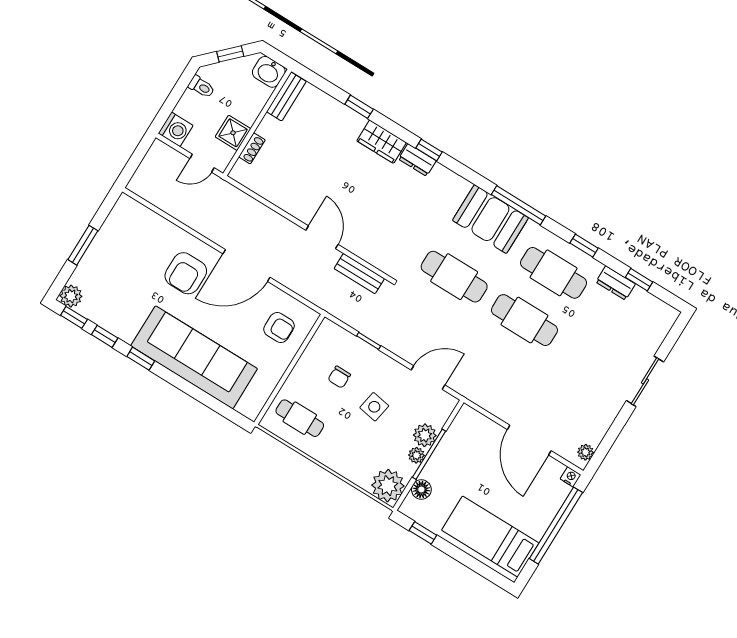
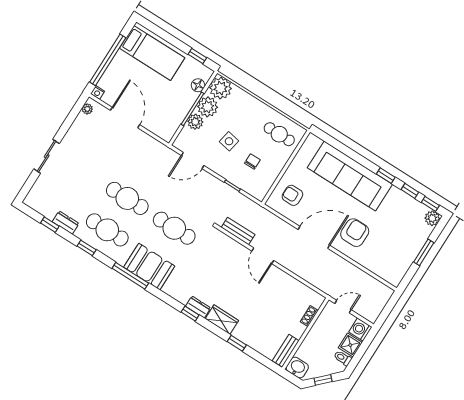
shower: (233, 133) -> (350, 345), moved
plant: (416, 455) -> (208, 107), width x1.87, depth x1.87

